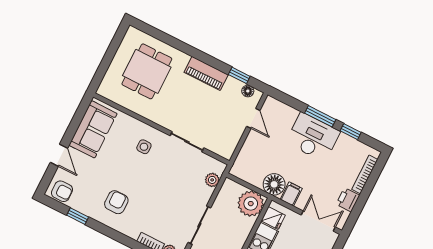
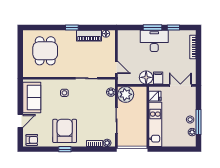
piano: (206, 73) -> (89, 36), moved
window: (239, 75) -> (72, 27), moved
door: (253, 118) -> (116, 67), moved
door: (59, 155) -> (20, 121), hinge flipped
printer: (348, 200) -> (191, 65), removed
armchair: (116, 202) -> (65, 131), width x1.88, depth x1.88
plant: (251, 204) -> (126, 94), moved
window: (78, 216) -> (65, 149), moved

